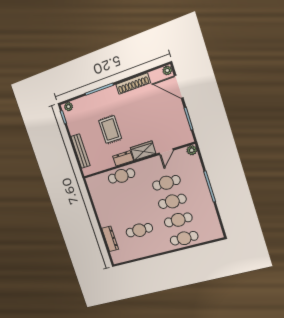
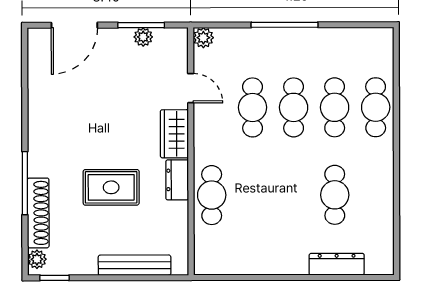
plant: (167, 70) -> (143, 37), moved
shoe rack: (133, 84) -> (38, 213), moved

